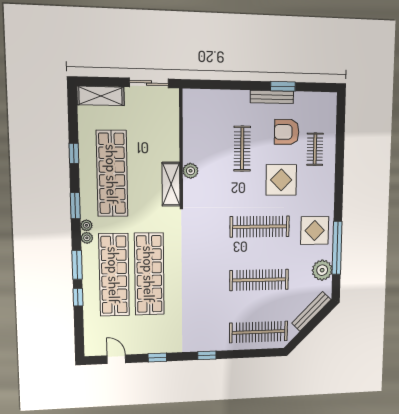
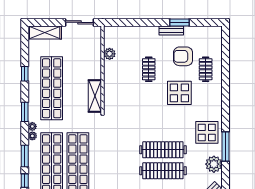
bench: (272, 97) -> (171, 30), width x0.73
clothes rail: (242, 149) -> (149, 69), width x0.73
plant: (191, 171) -> (110, 54), moved
clothes rail: (260, 227) -> (163, 150), moved
window: (337, 248) -> (226, 147), width x0.68

